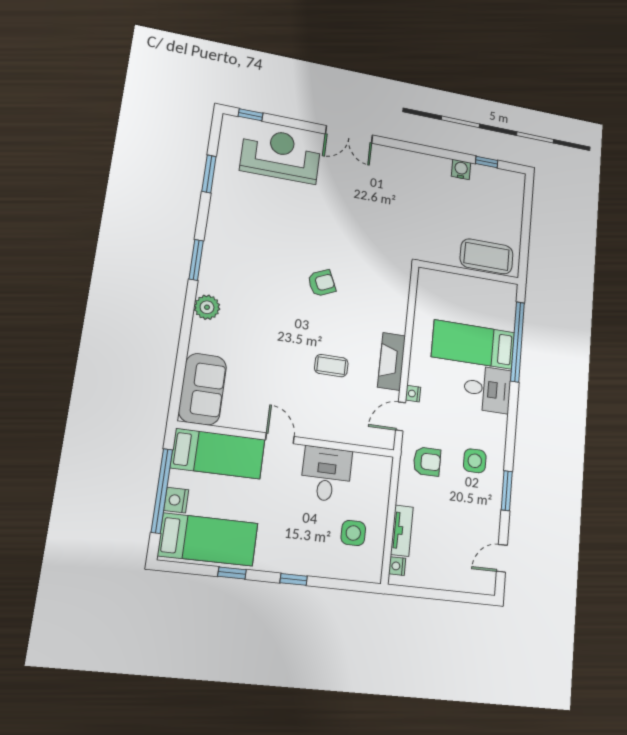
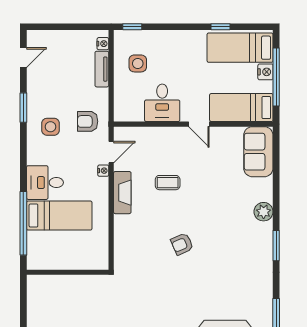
coffee table: (487, 256) -> (54, 288), removed
window: (294, 579) -> (132, 27), moved

